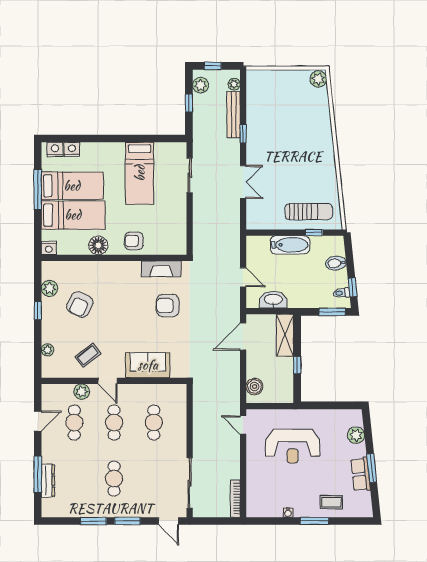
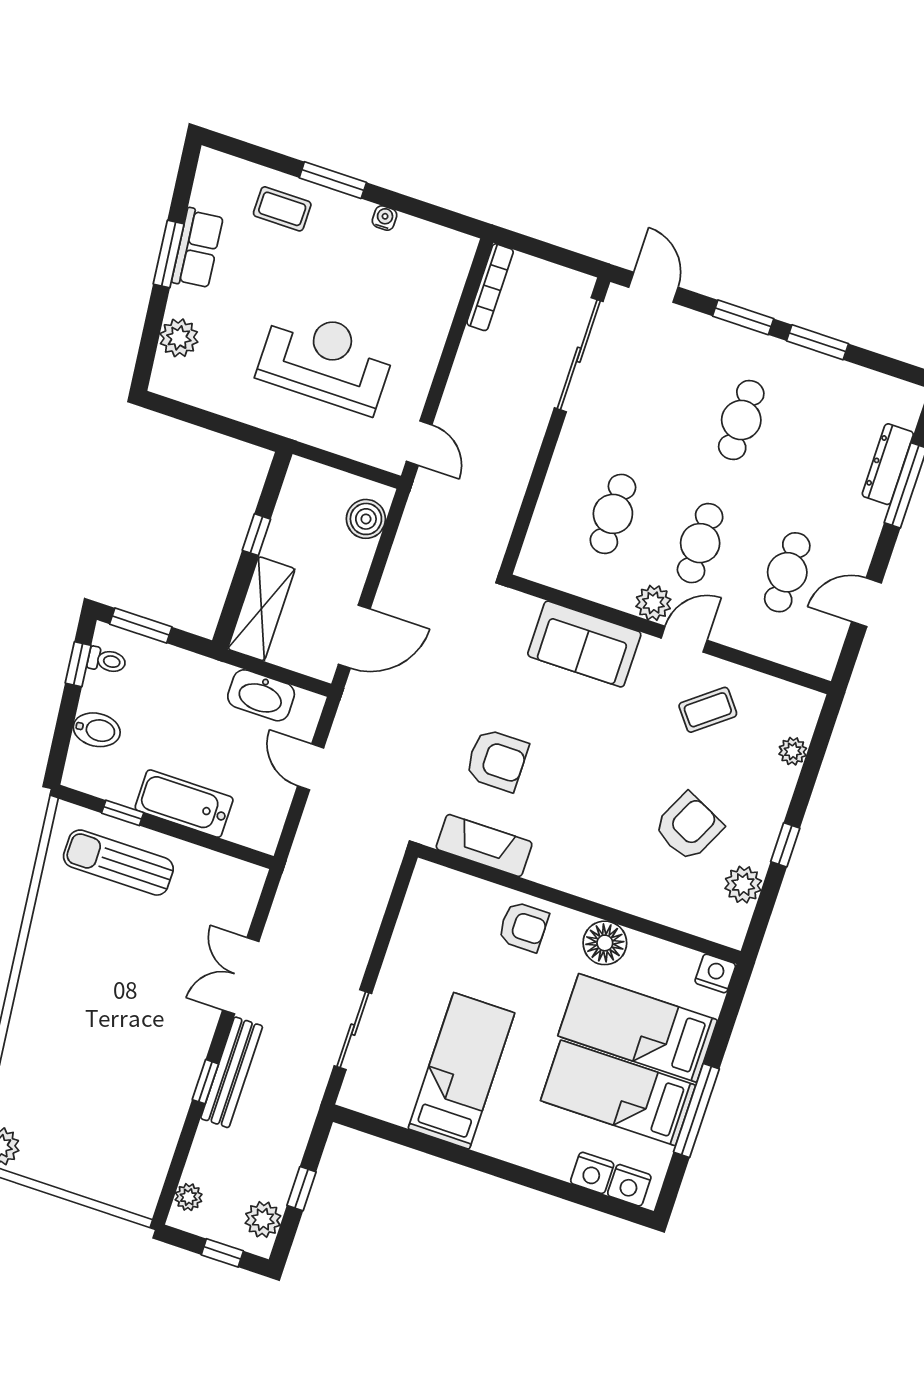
bench: (234, 115) -> (232, 1072), moved
door: (107, 381) -> (684, 639), hinge flipped
plant: (82, 392) -> (653, 603), moved

